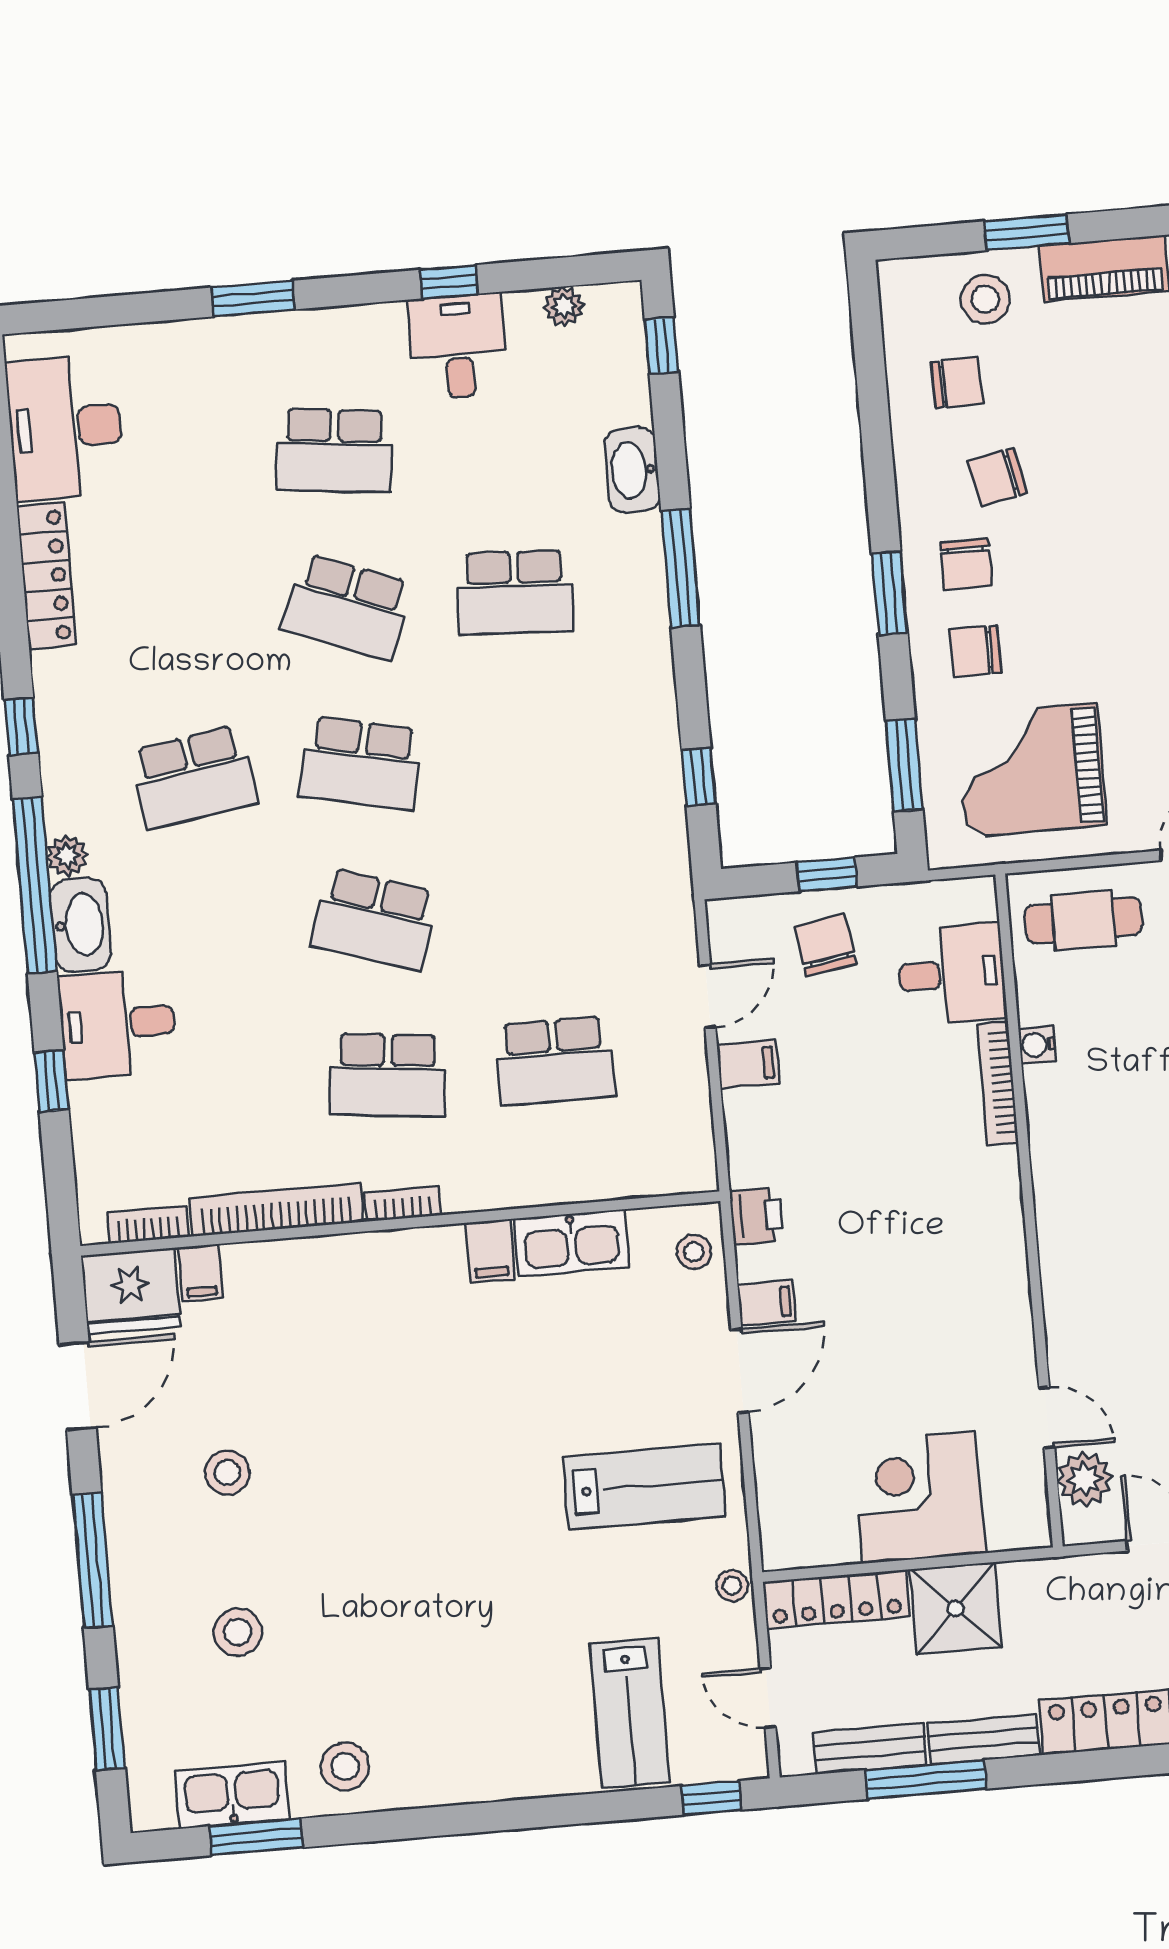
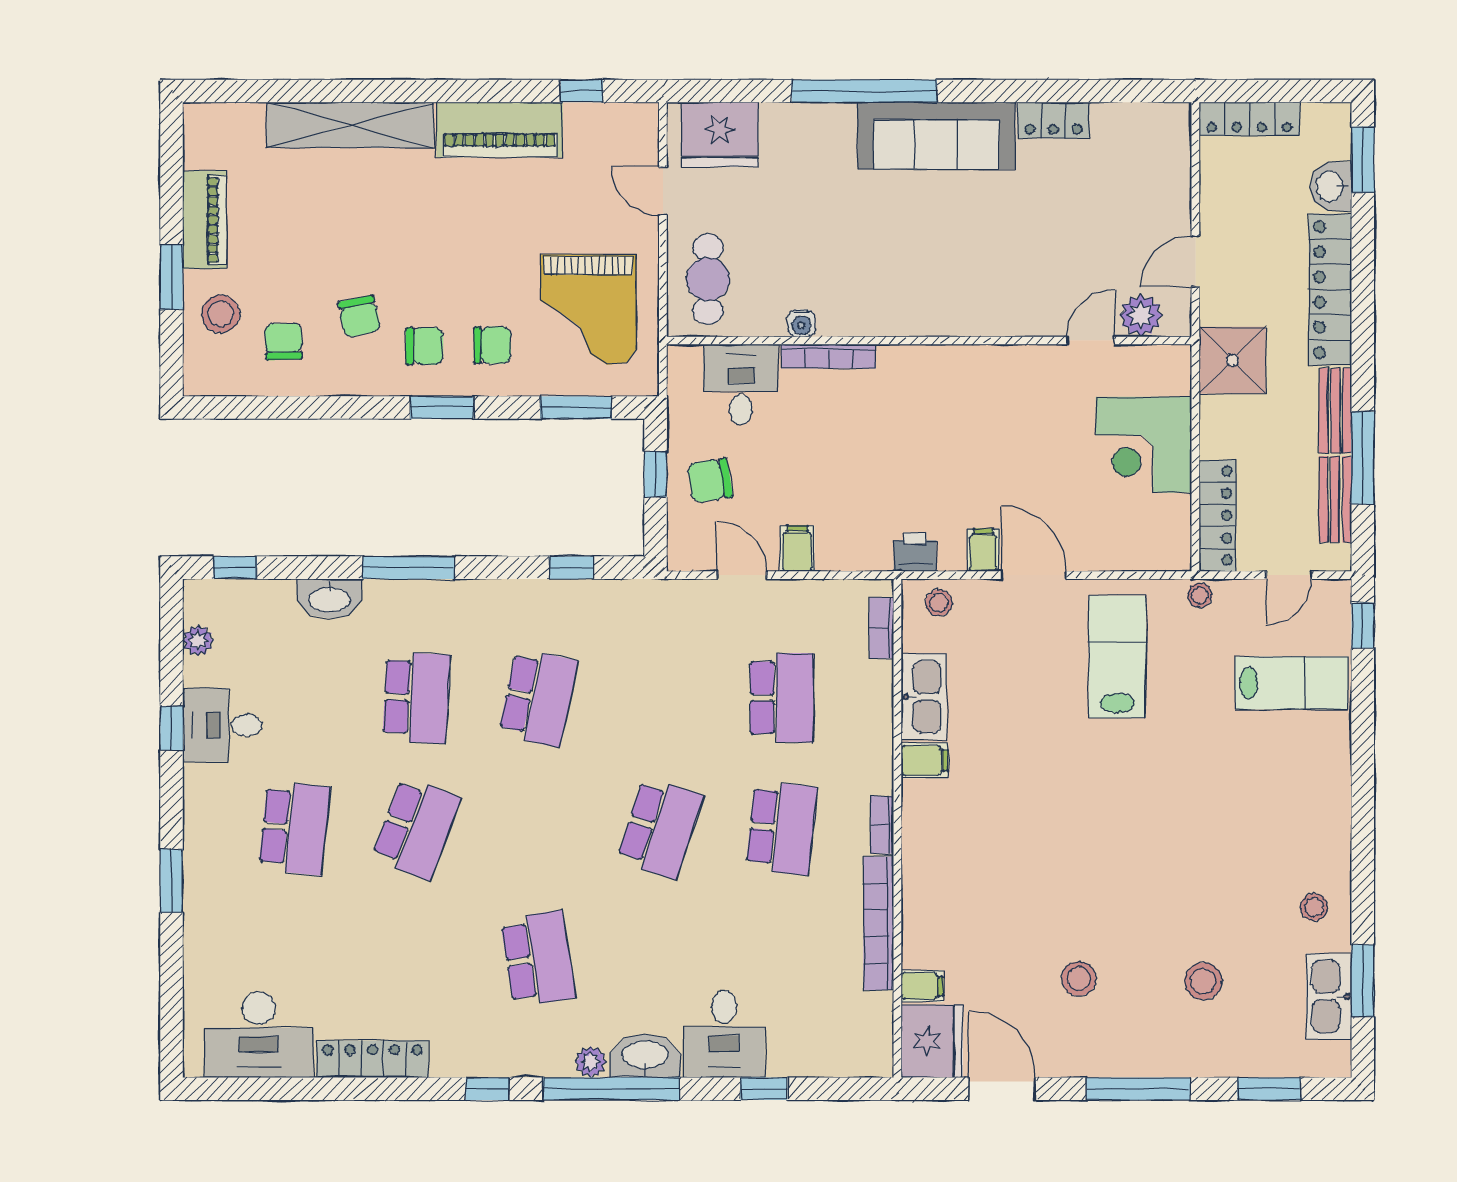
chair: (975, 651) -> (492, 345), turned -90
school desk: (361, 763) -> (538, 698), moved
bookcase: (148, 1225) -> (882, 628), moved
shower: (956, 1608) -> (1232, 360), moved
stool: (345, 1766) -> (1314, 907), width x0.73, depth x0.73

